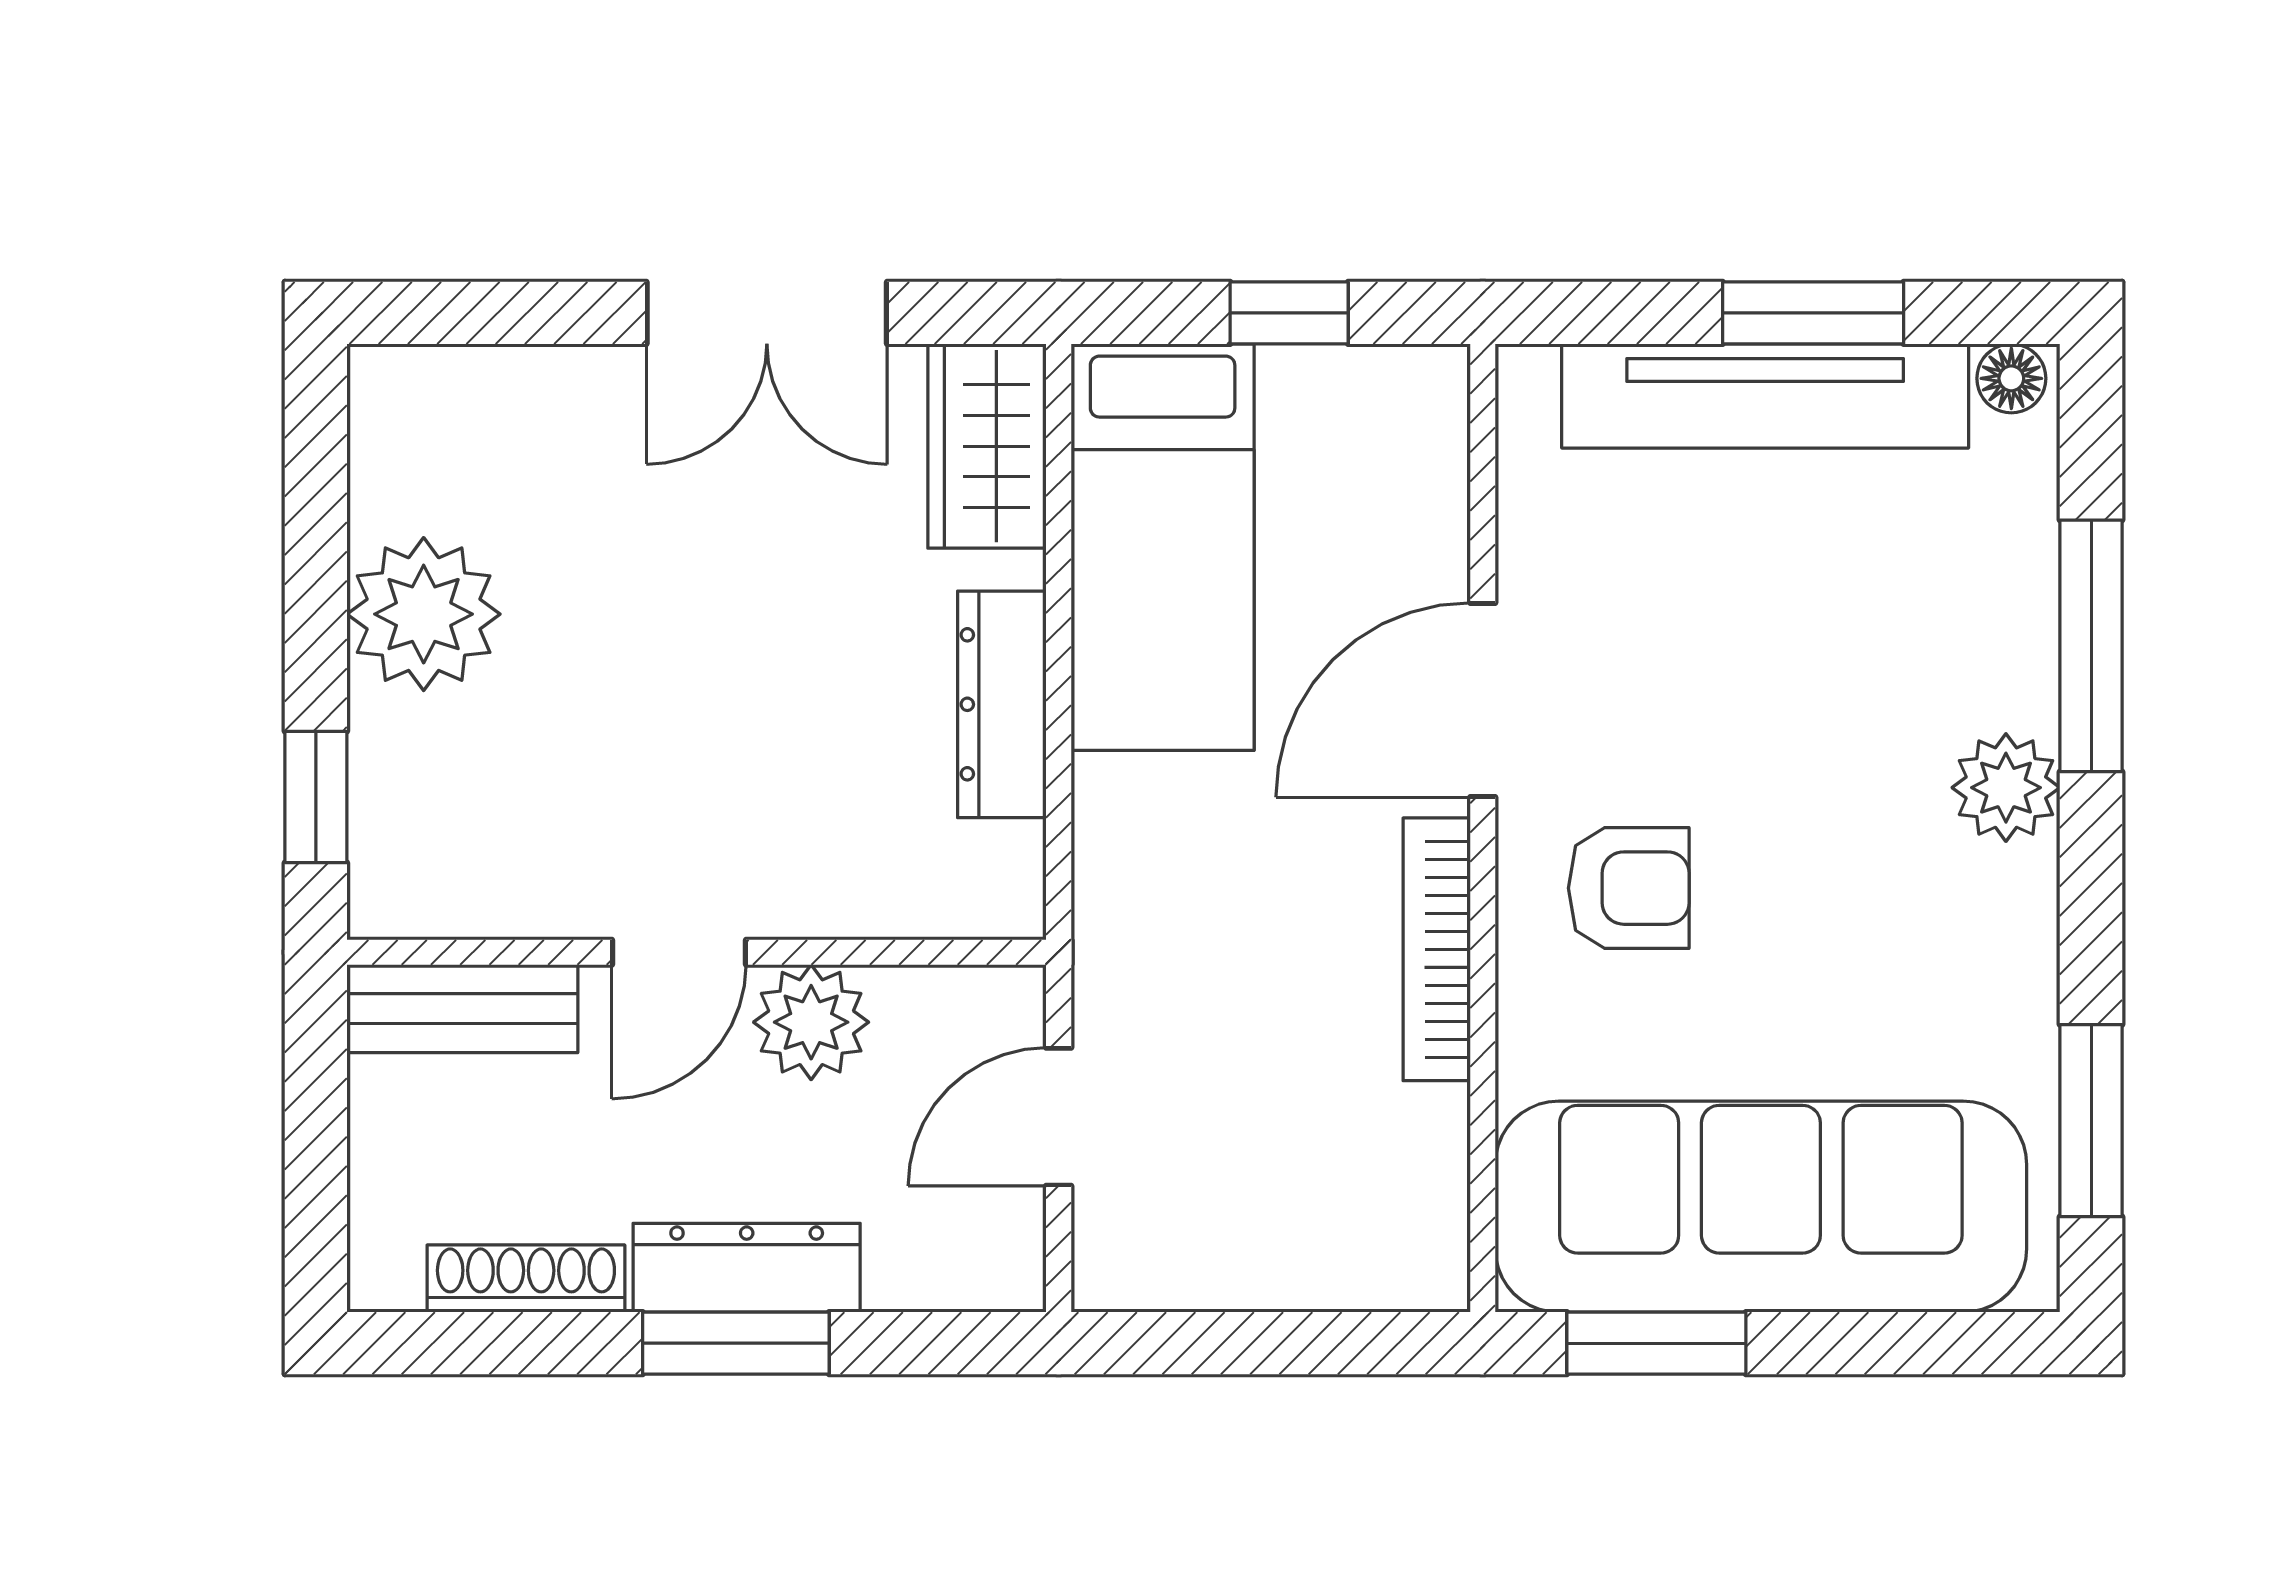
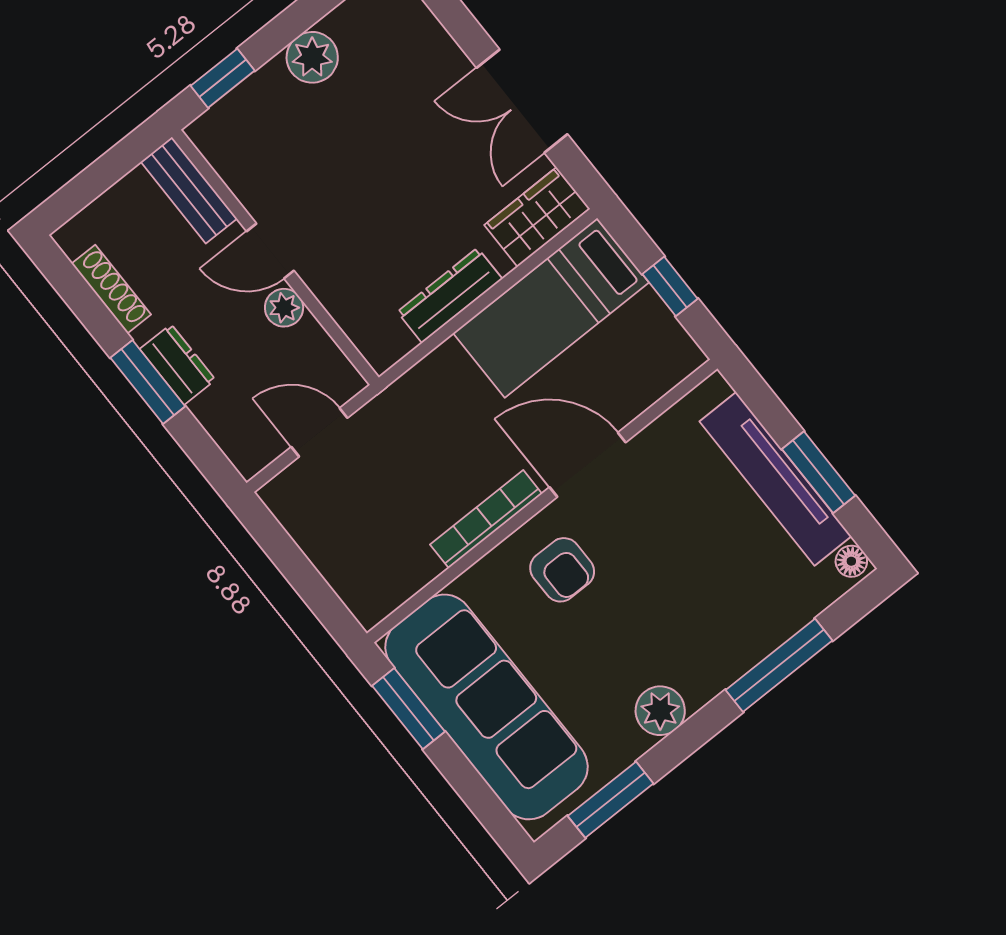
plant: (424, 614) -> (312, 57), width x0.73, depth x0.73
plant: (2006, 788) -> (660, 711), moved
plant: (811, 1022) -> (284, 308), width x0.73, depth x0.73
dresser: (747, 1268) -> (178, 364), width x0.70

